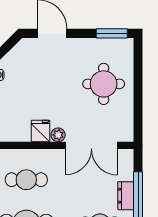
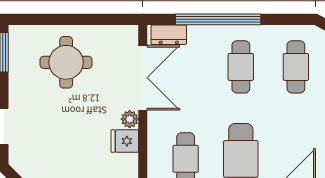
dresser: (126, 196) -> (169, 35), moved

